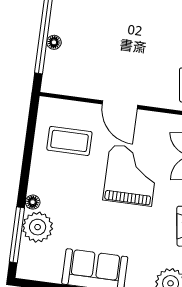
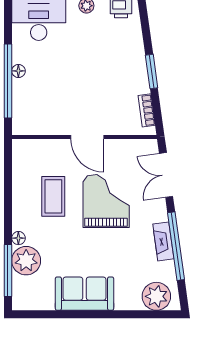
floor lamp: (54, 42) -> (18, 71), moved
coffee table: (69, 141) -> (53, 196), moved, turned 90

